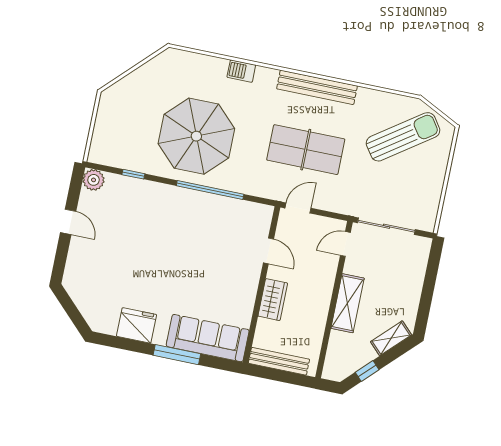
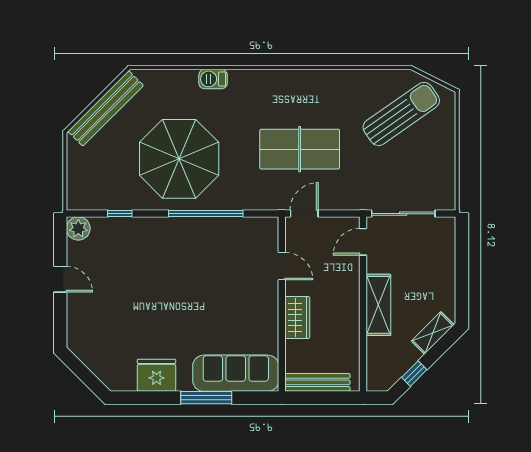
bench: (317, 87) -> (106, 108), moved, turned -45

